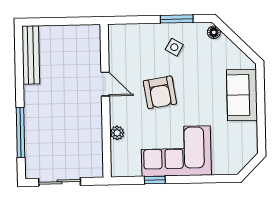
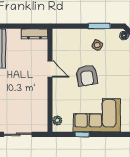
dresser: (81, 32) -> (34, 34), added
plant: (117, 133) -> (57, 120), moved

